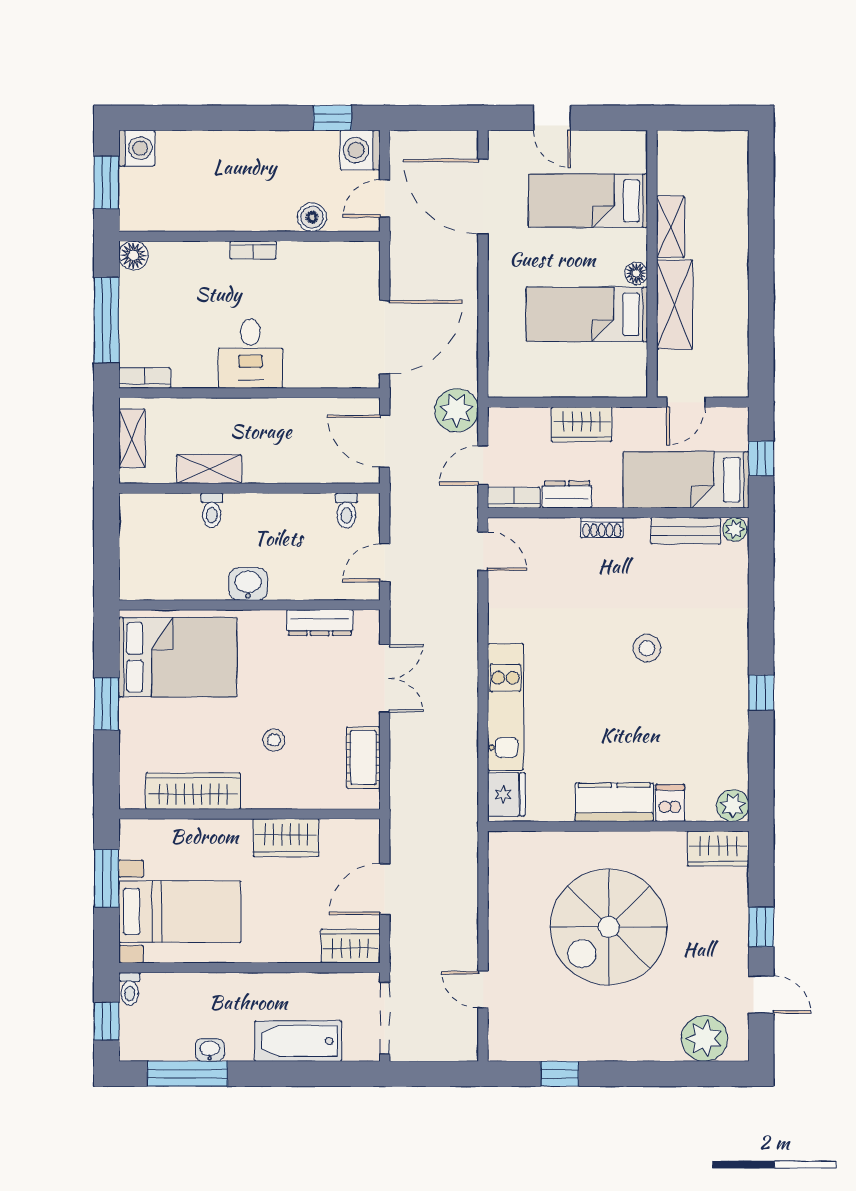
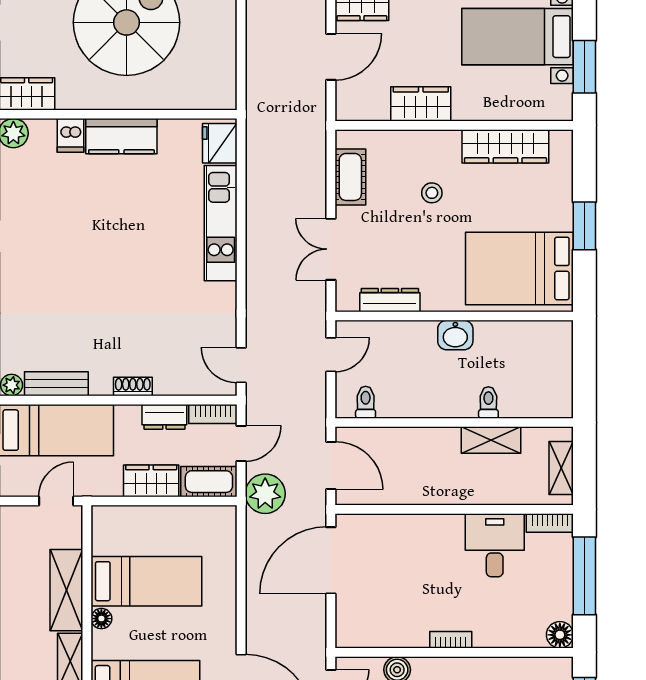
desk: (250, 354) -> (495, 545), moved
cot: (518, 423) -> (209, 482), added
stool: (647, 648) -> (92, 277), removed

